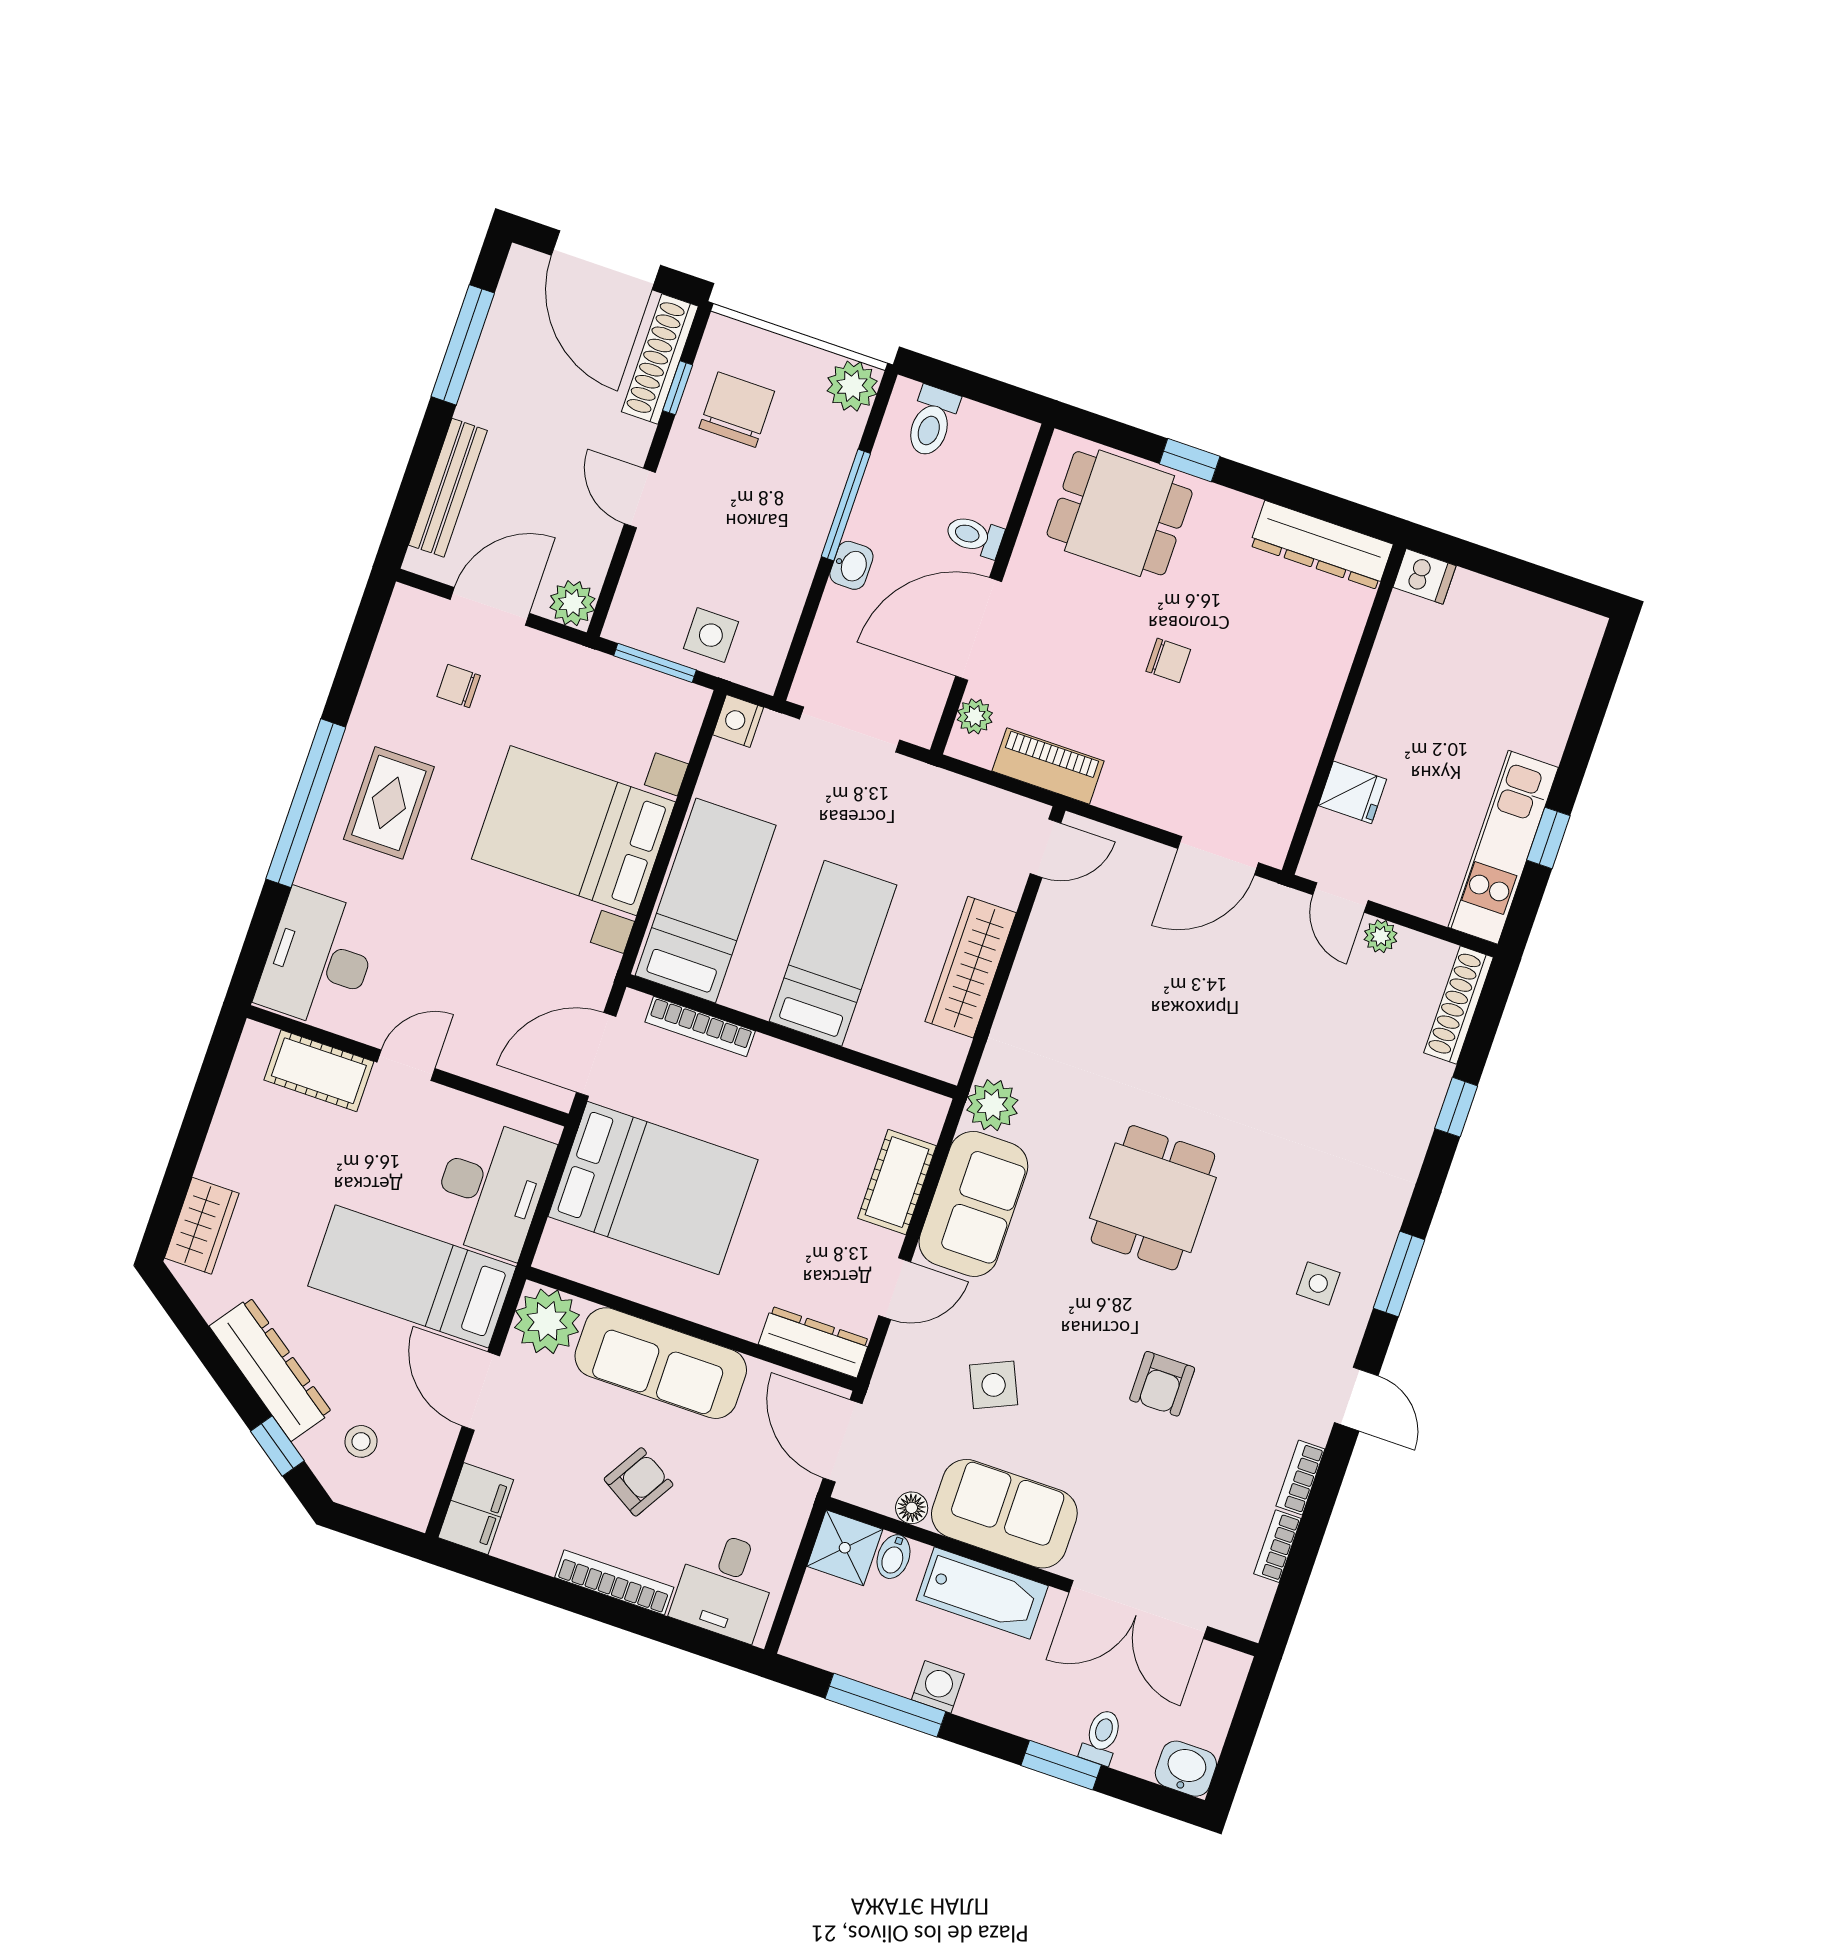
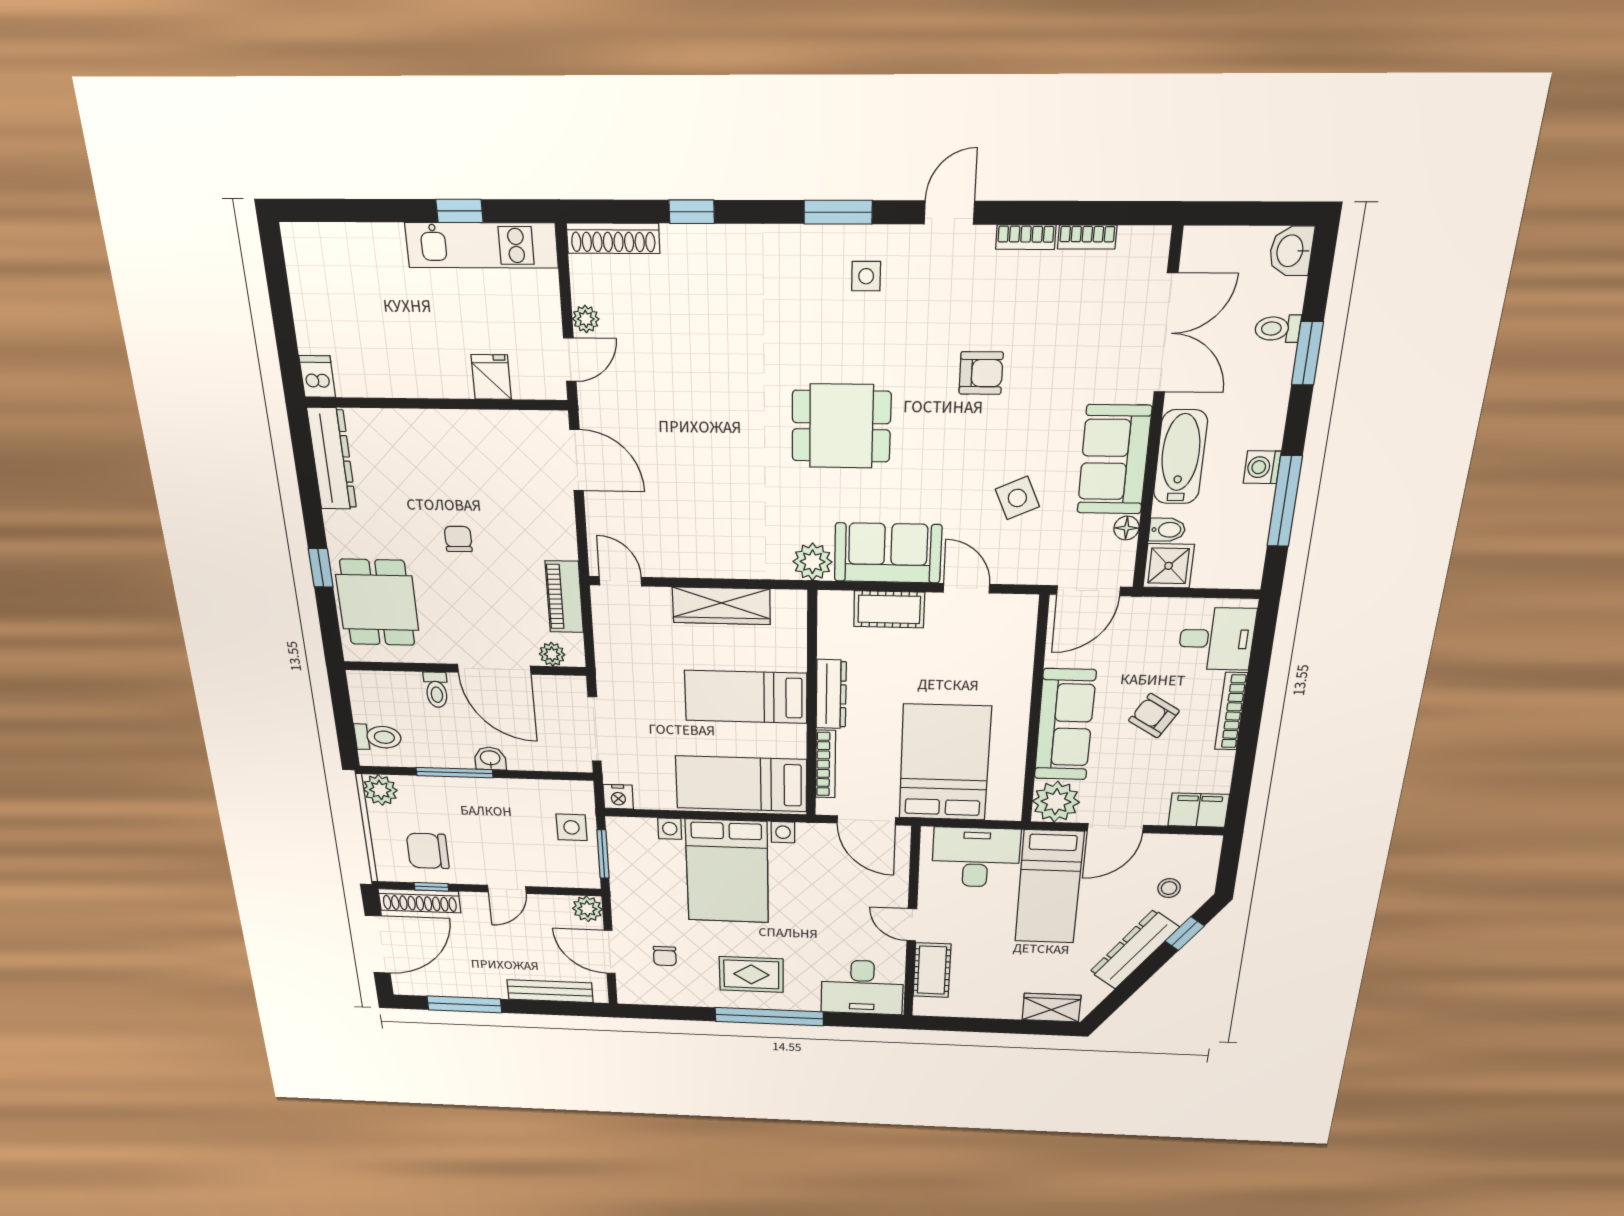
dresser: (814, 1342) -> (831, 694), moved, turned 180

